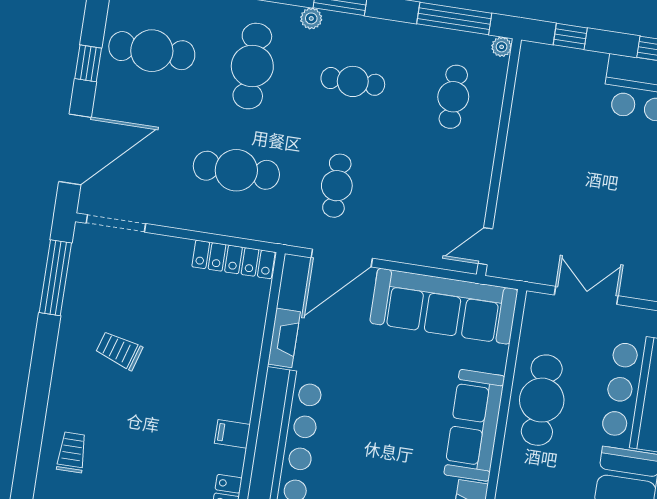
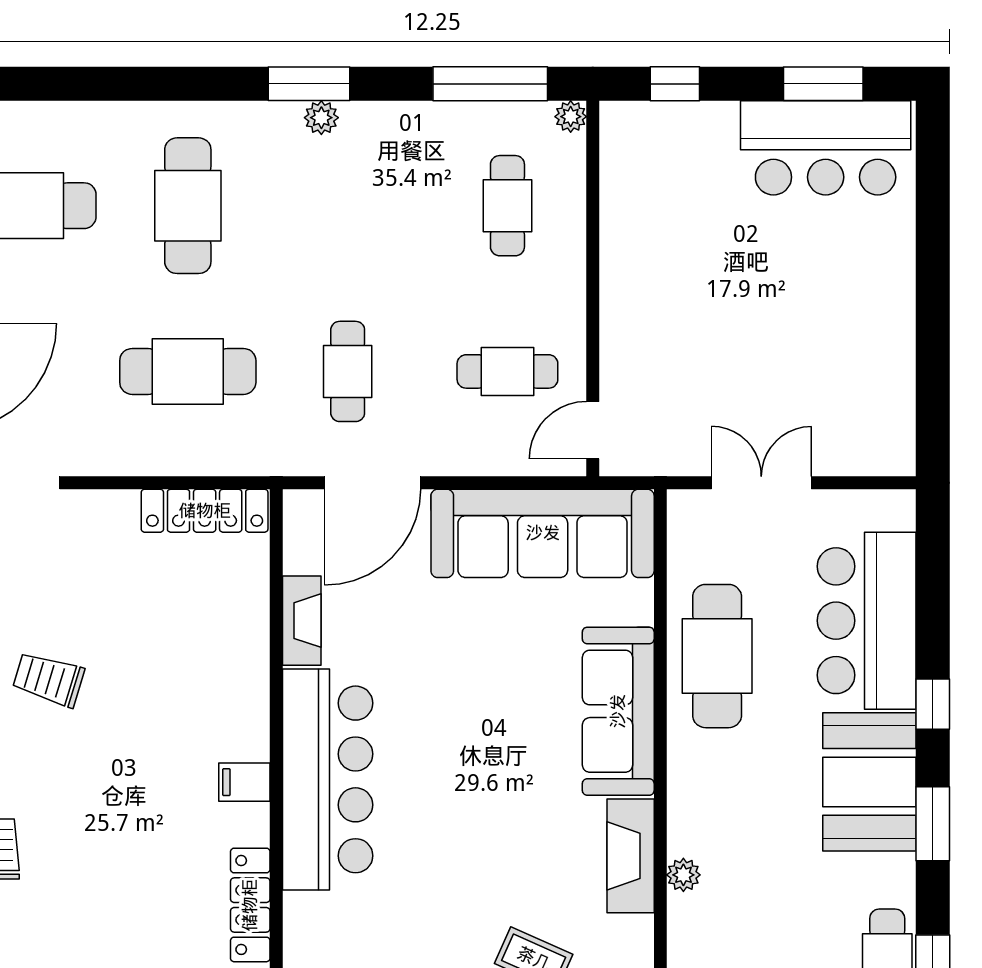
plant: (311, 18) -> (321, 118), moved
cafe table: (353, 81) -> (507, 371), moved

